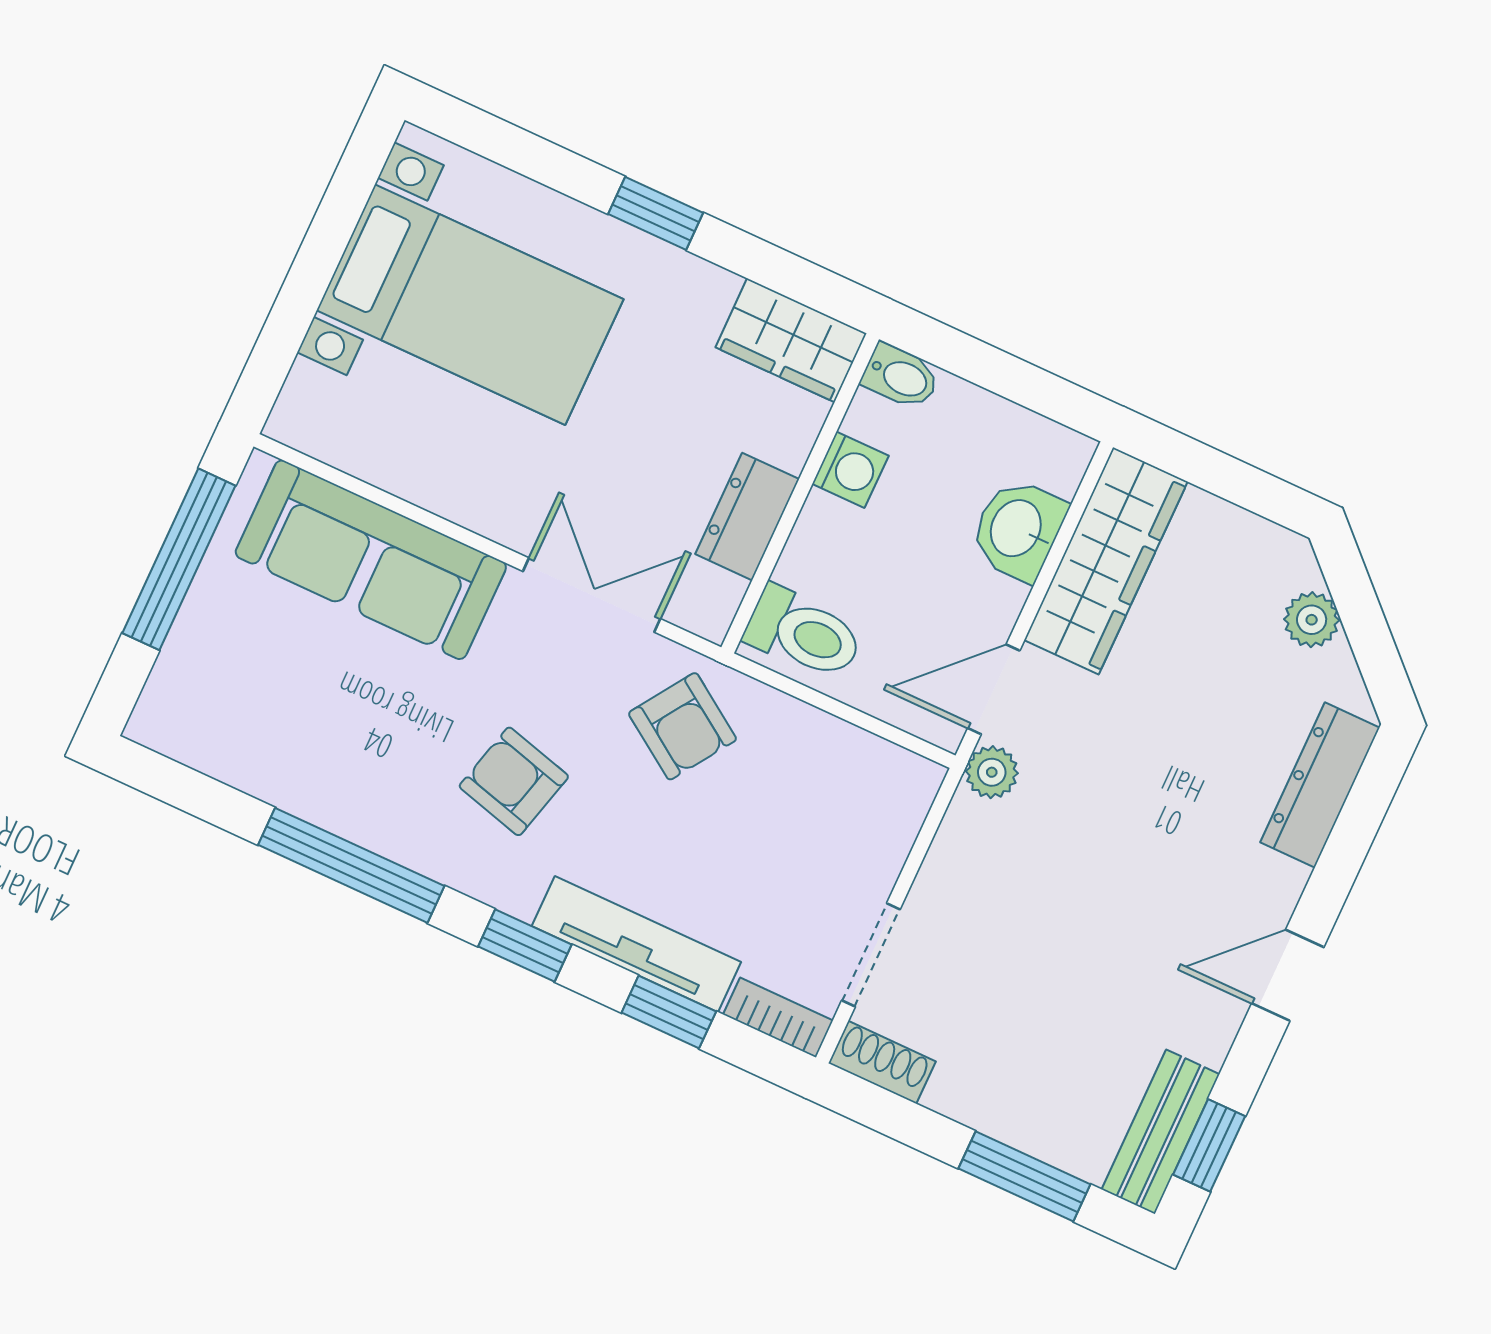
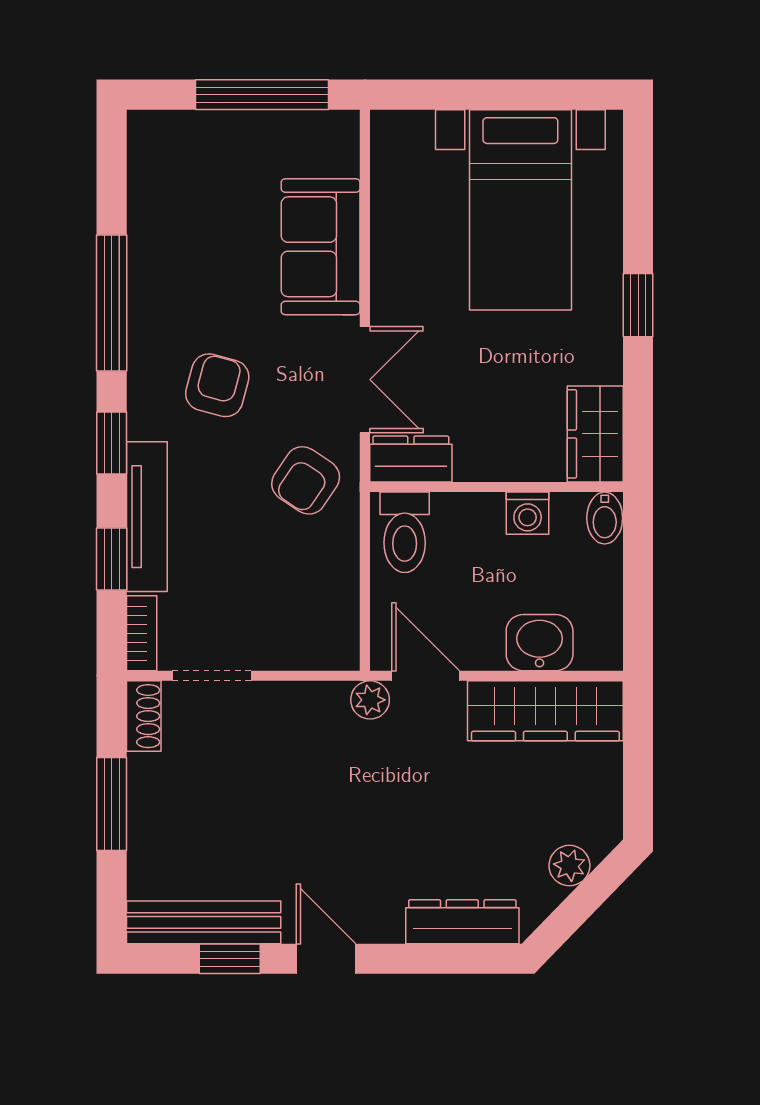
dresser: (747, 517) -> (411, 459), moved
sofa: (371, 560) -> (321, 247), width x0.73
bench: (1161, 1132) -> (204, 922), width x1.36
window: (1209, 1145) -> (230, 959), moved
window: (1024, 1176) -> (112, 804), moved

